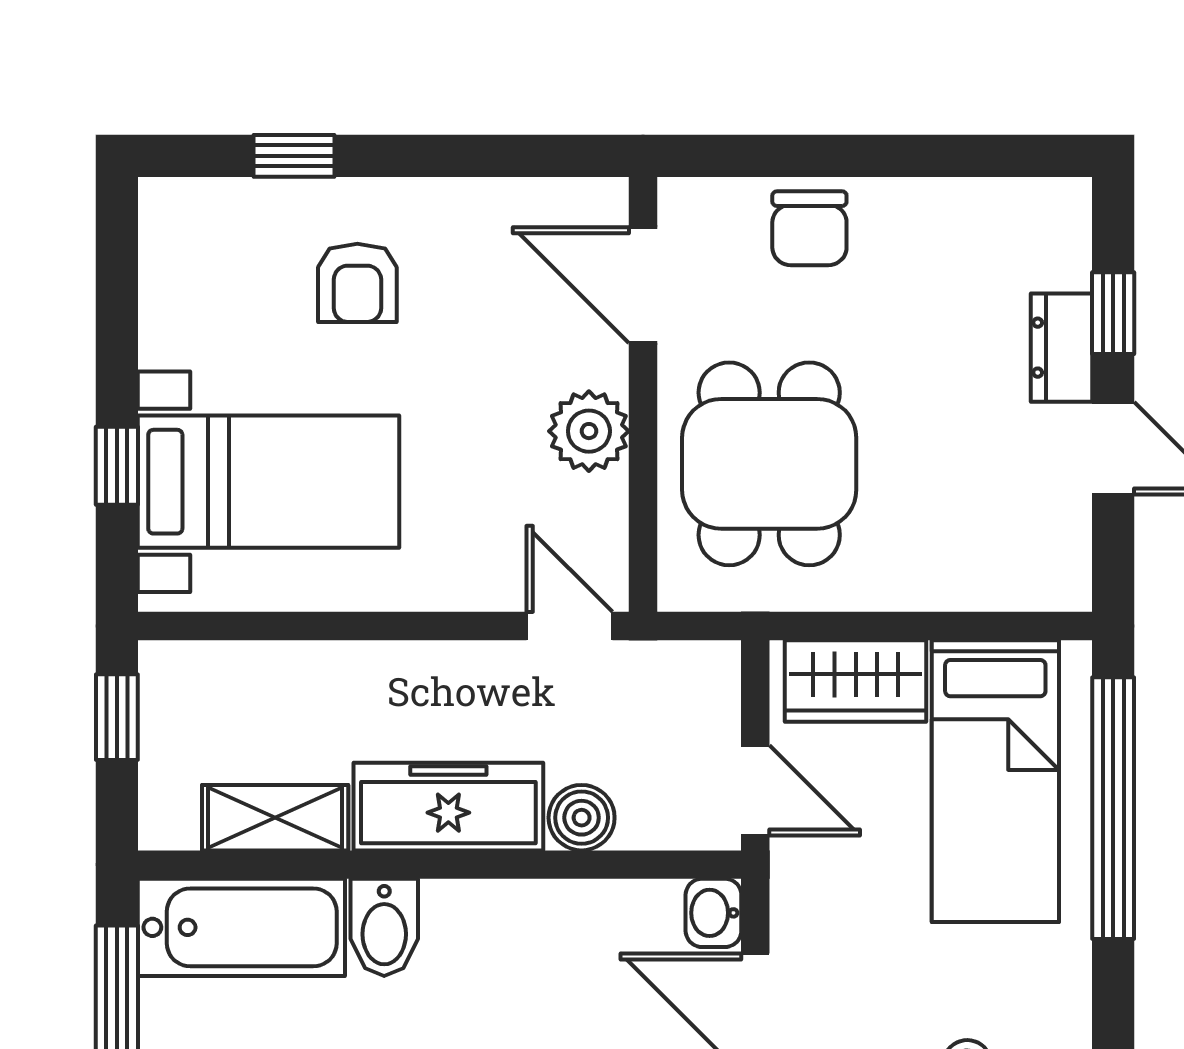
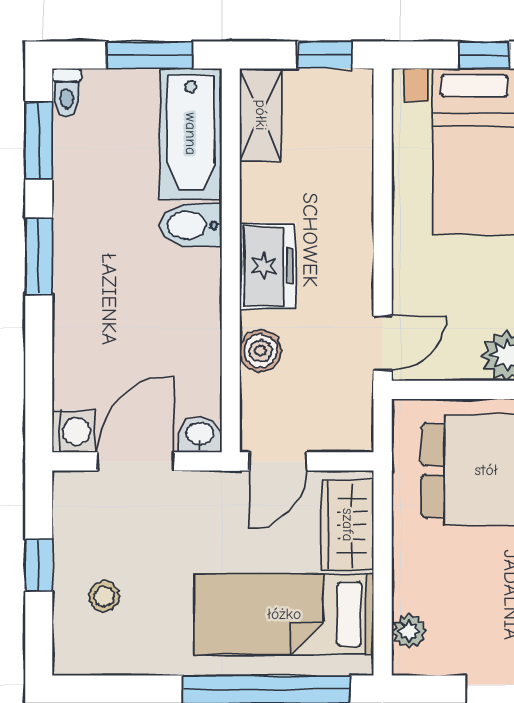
plant: (1022, 584) -> (409, 631), added
freezer: (448, 807) -> (268, 266), width x0.71
shelving: (275, 818) -> (261, 115), moved

